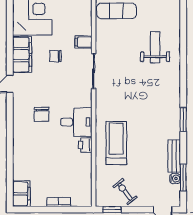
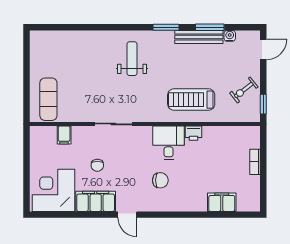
filing cabinet: (84, 42) -> (64, 135), moved
weight bench: (155, 47) -> (132, 59), moved, turned 90
bench: (174, 156) -> (199, 37), width x1.36
window: (183, 178) -> (210, 27), moved
filing cabinet: (21, 194) -> (222, 202), moved

